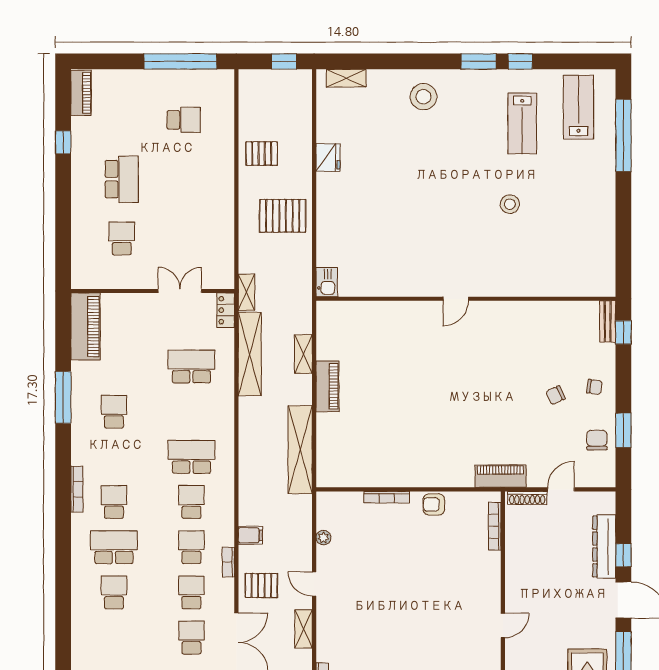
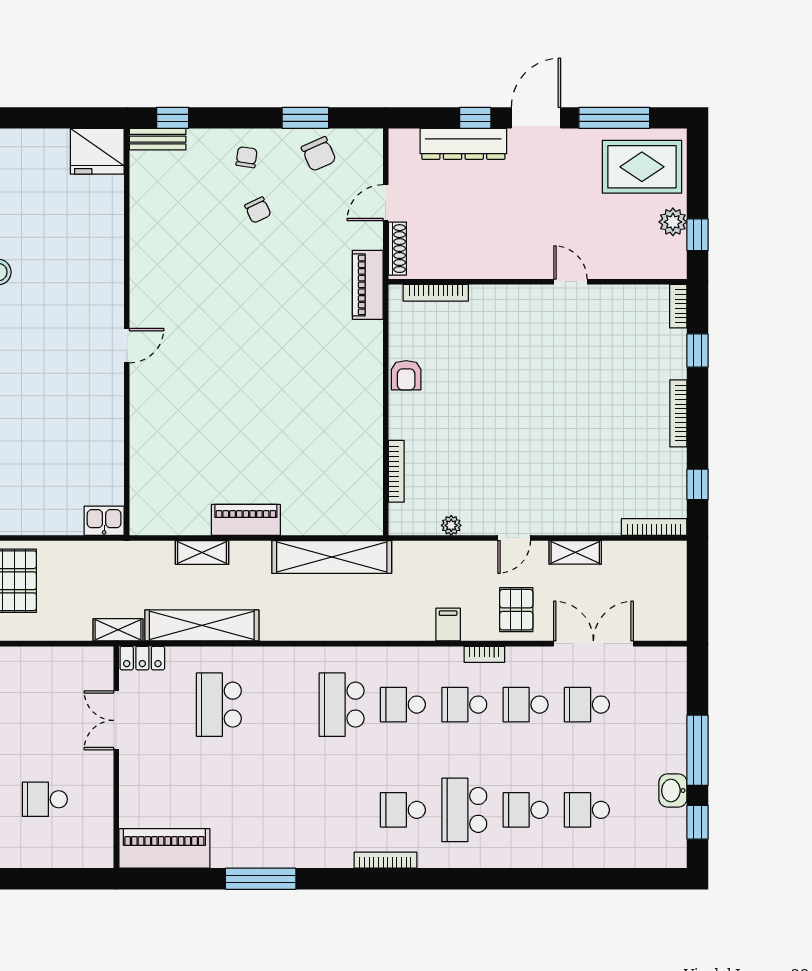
fridge: (599, 277) -> (97, 151), added
door: (456, 299) -> (127, 346), hinge flipped
school desk: (114, 412) -> (587, 810), moved
chair: (597, 440) -> (319, 154), turned -114
door: (561, 489) -> (386, 203), hinge flipped
bookcase: (387, 497) -> (396, 471), moved

